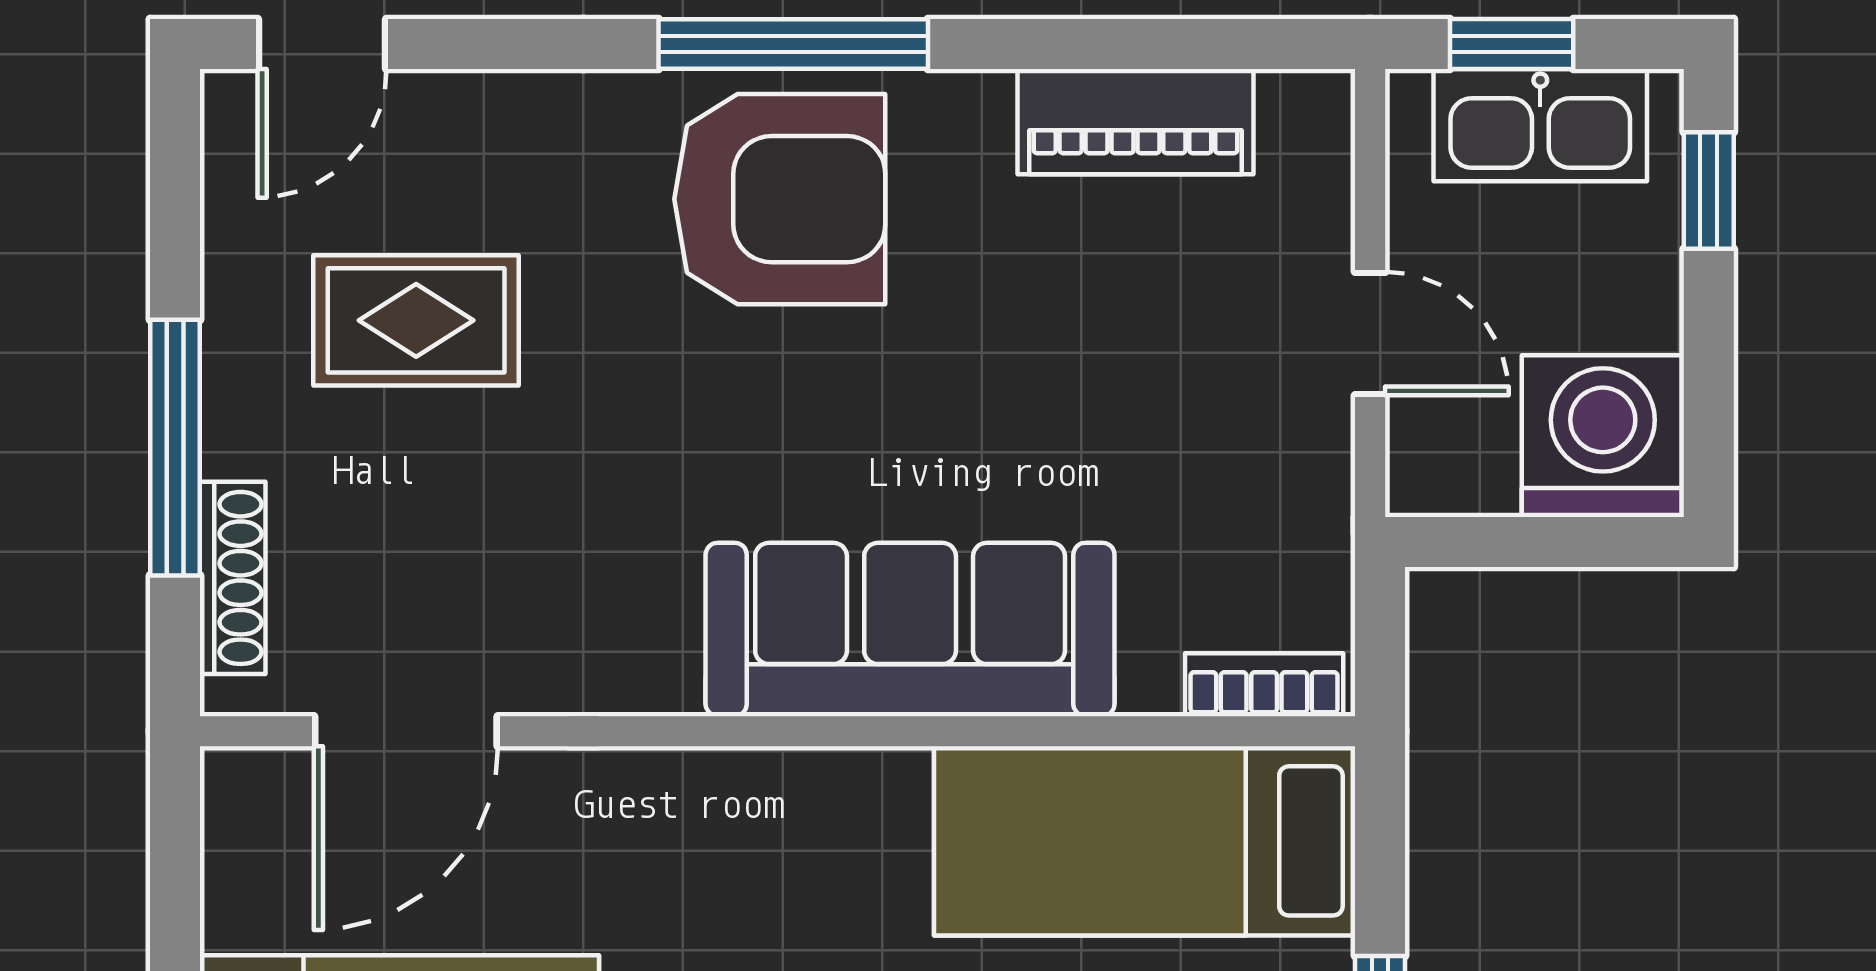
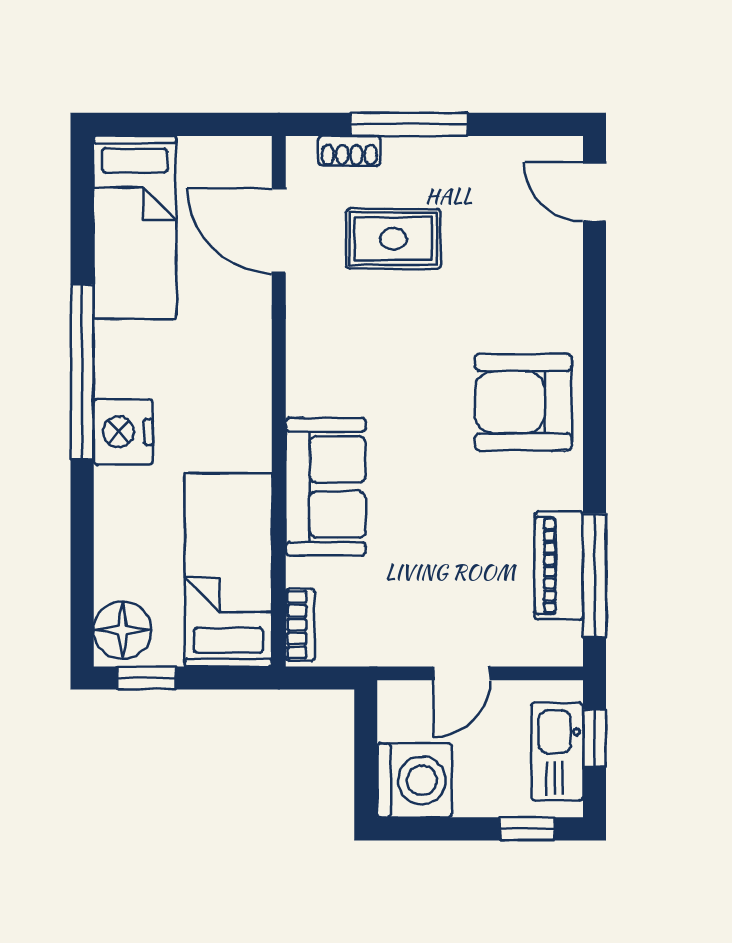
window: (793, 44) -> (595, 576), moved
armchair: (780, 199) -> (523, 402), turned 90
rug: (416, 320) -> (393, 239), moved, turned 90
shoe rack: (233, 578) -> (349, 151), width x0.70
sofa: (910, 629) -> (326, 487), width x0.73

